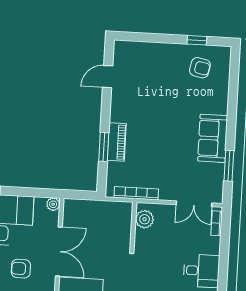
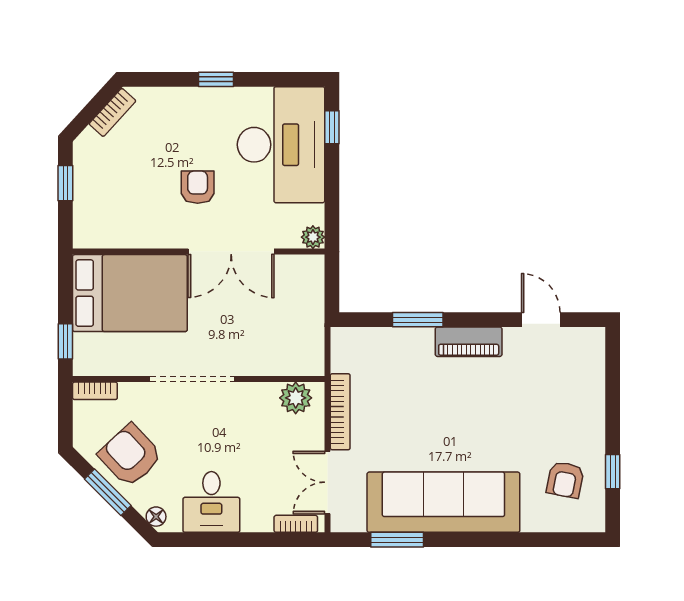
sofa: (213, 138) -> (443, 502), width x1.85, depth x1.27
piano: (117, 142) -> (469, 342), moved
bookcase: (136, 193) -> (340, 412), moved

